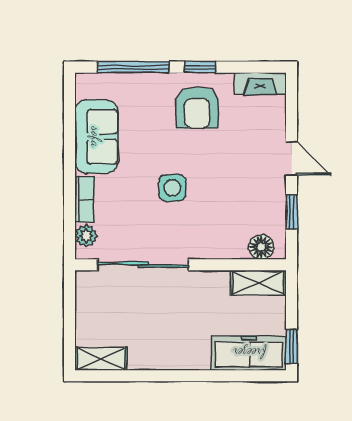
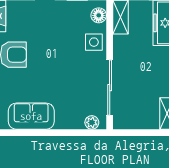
side table: (172, 188) -> (94, 42), moved
bookcase: (84, 199) -> (69, 124), removed

